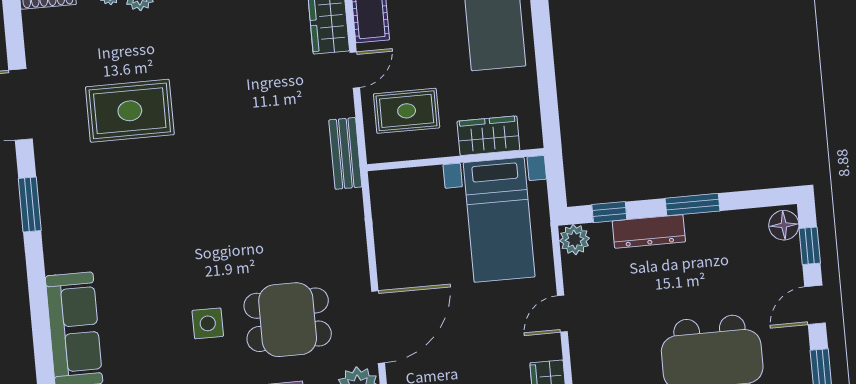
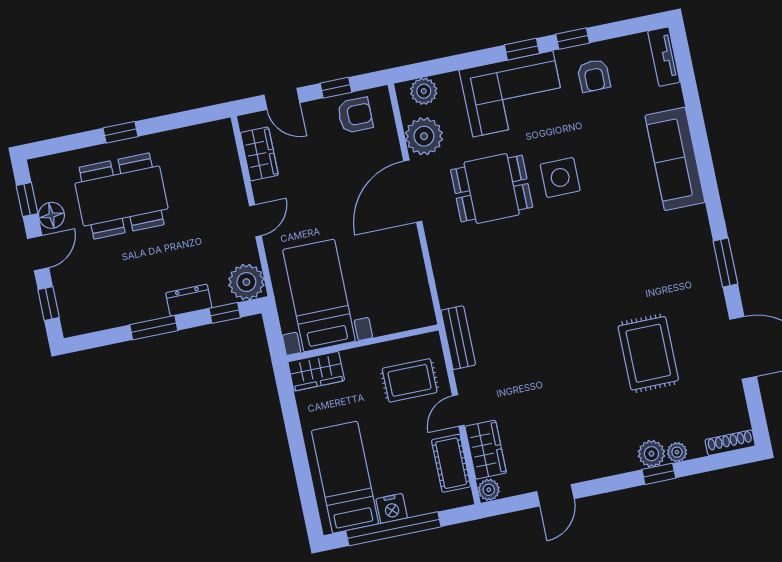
rug: (130, 111) -> (648, 353), turned 90
wardrobe: (488, 136) -> (316, 371), moved
floor lamp: (784, 225) -> (51, 215), moved
dresser: (649, 231) -> (189, 300), width x0.70
plant: (574, 240) -> (246, 282), width x1.36, depth x1.36
side table: (208, 323) -> (560, 177), width x1.37, depth x1.37

